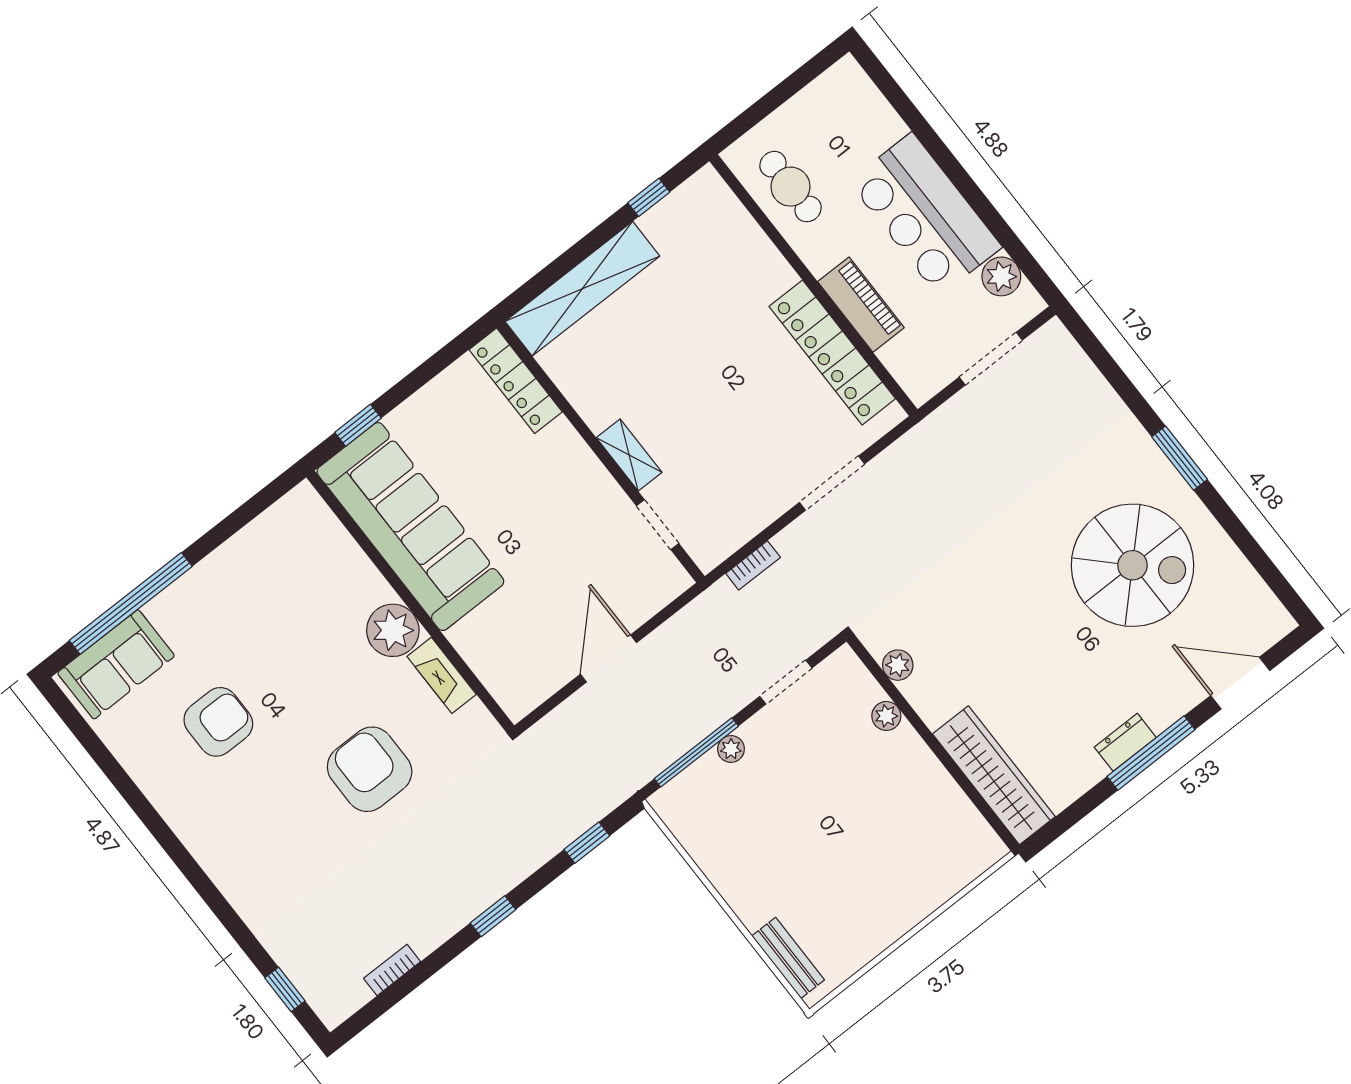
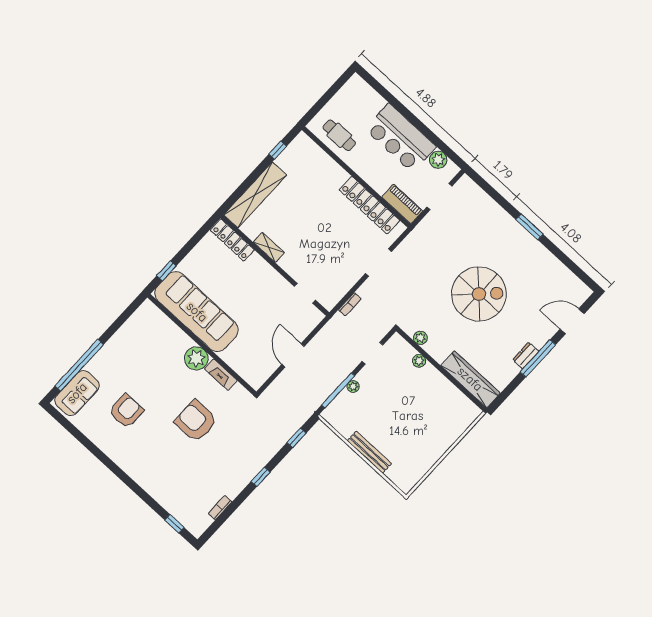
piano: (861, 305) -> (402, 204), moved
shelving: (629, 455) -> (269, 247), moved
spiral stairs: (1132, 565) -> (479, 294), moved
bench: (788, 958) -> (369, 452), moved, width x1.36

